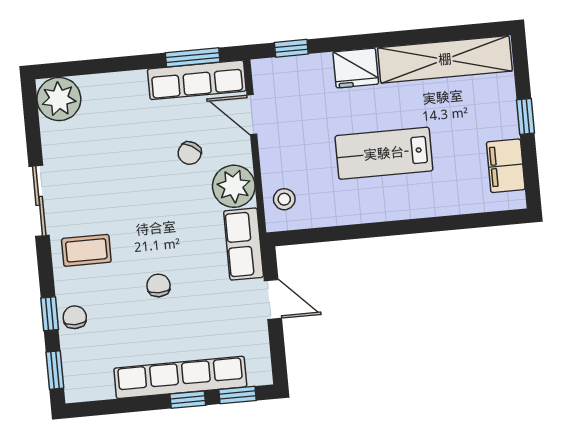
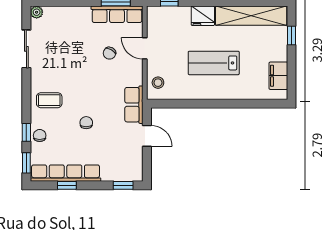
plant: (59, 99) -> (37, 12), width x0.53, depth x0.53
door: (252, 115) -> (145, 48), moved
window: (526, 116) -> (292, 36), moved
plant: (234, 186) -> (132, 73), removed
sliding door: (39, 201) -> (26, 49), moved
row of seats: (180, 377) -> (66, 173), moved
window: (188, 400) -> (67, 185), moved

